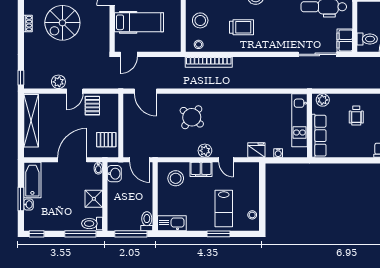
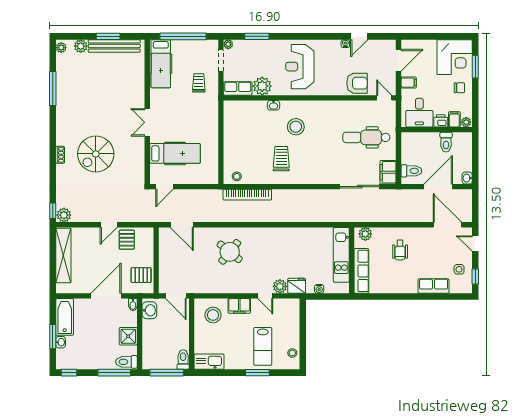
stool: (200, 20) -> (238, 152), removed
trolley: (242, 27) -> (281, 159), turned -90
plant: (58, 82) -> (64, 215), moved
plant: (205, 151) -> (280, 286), moved

